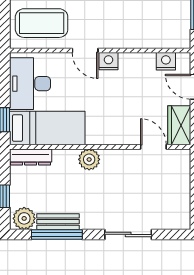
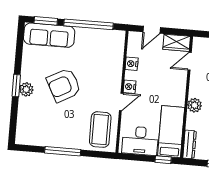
nightstand: (166, 61) -> (132, 64), moved

